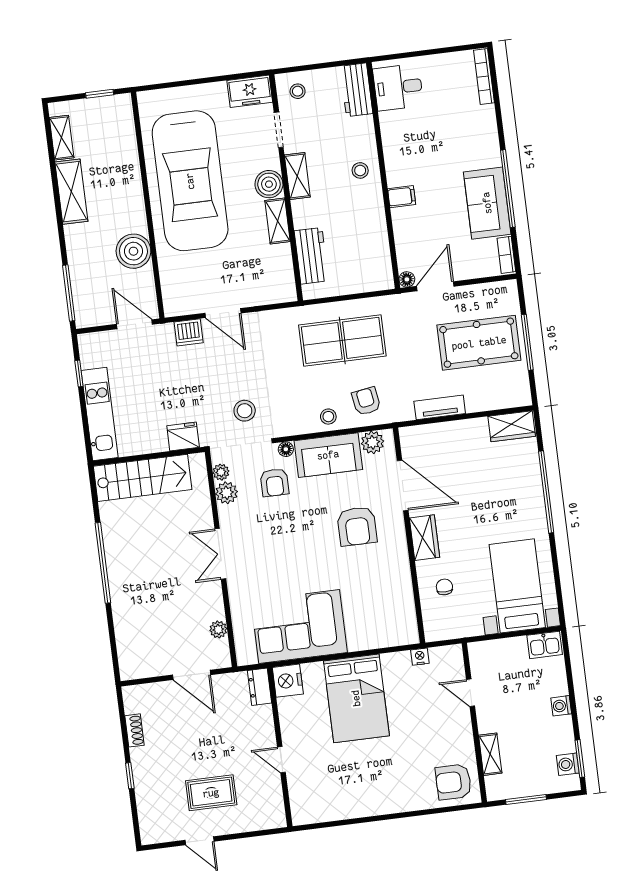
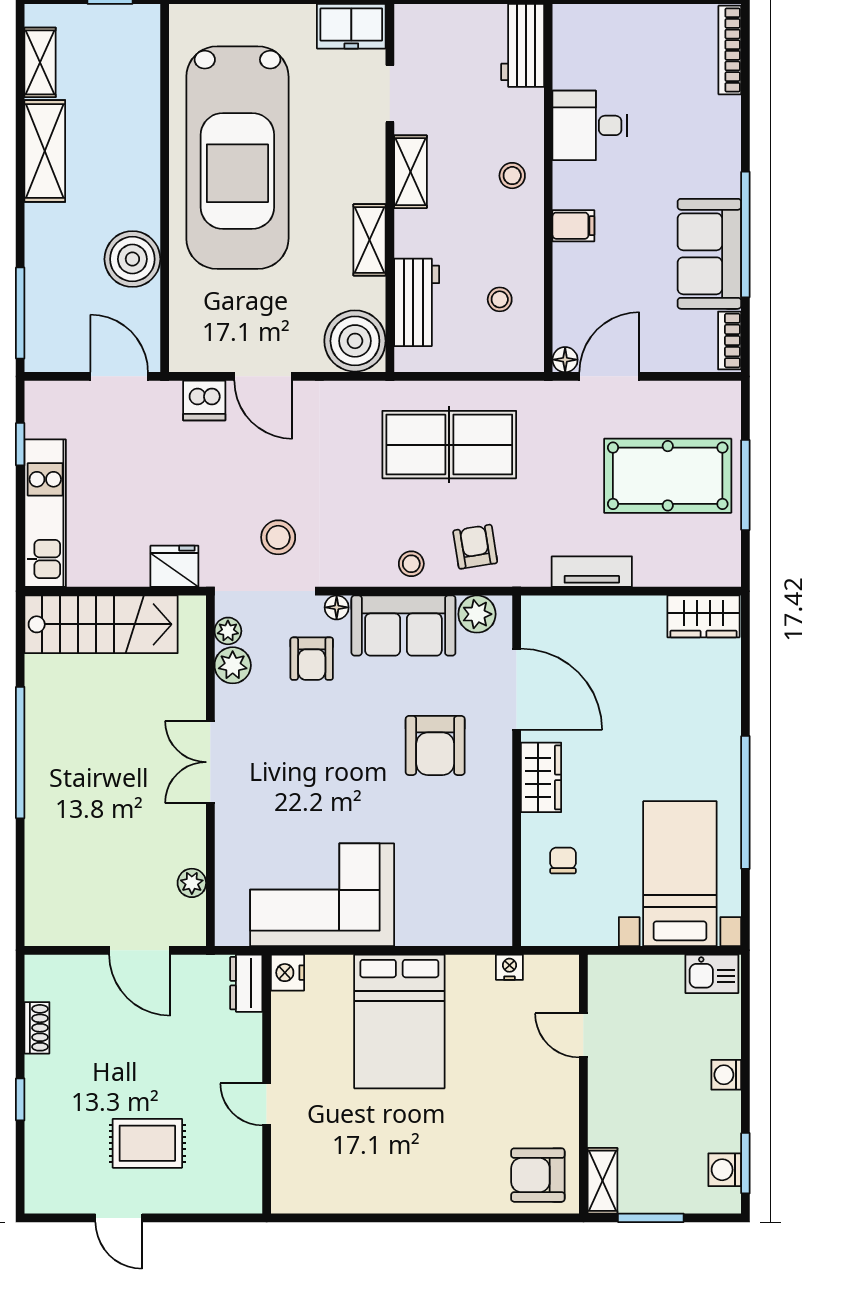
desk: (398, 87) -> (590, 125), moved
stool: (298, 91) -> (500, 299), moved
boiler: (269, 184) -> (355, 341), moved, width x1.37, depth x1.37
window: (546, 492) -> (745, 802), moved
nightstand: (288, 681) -> (287, 973), width x0.74, depth x0.75
shelving: (490, 754) -> (602, 1181), moved

